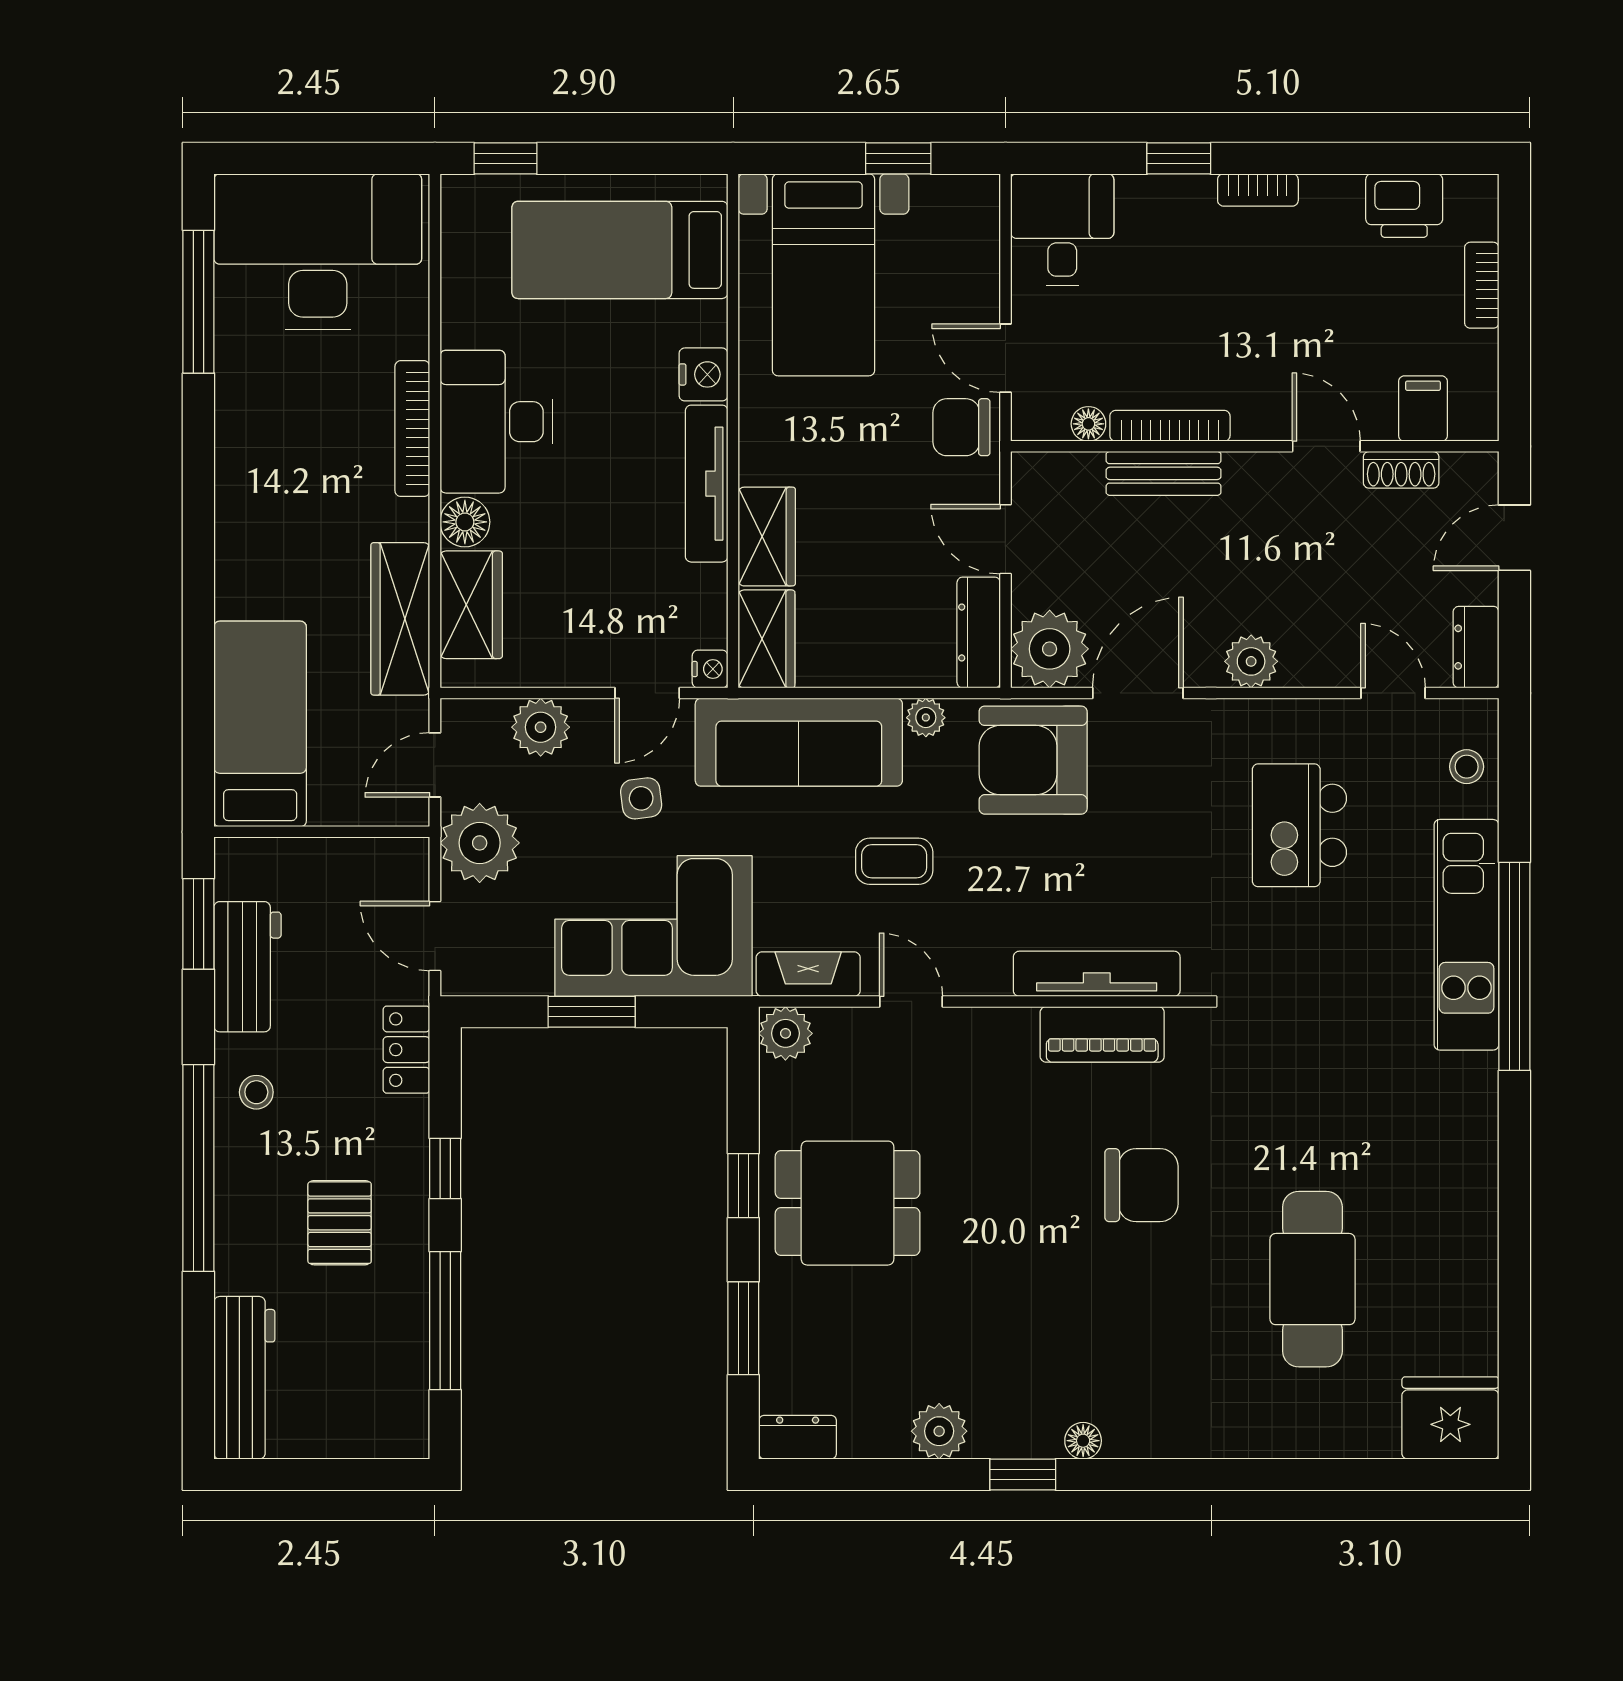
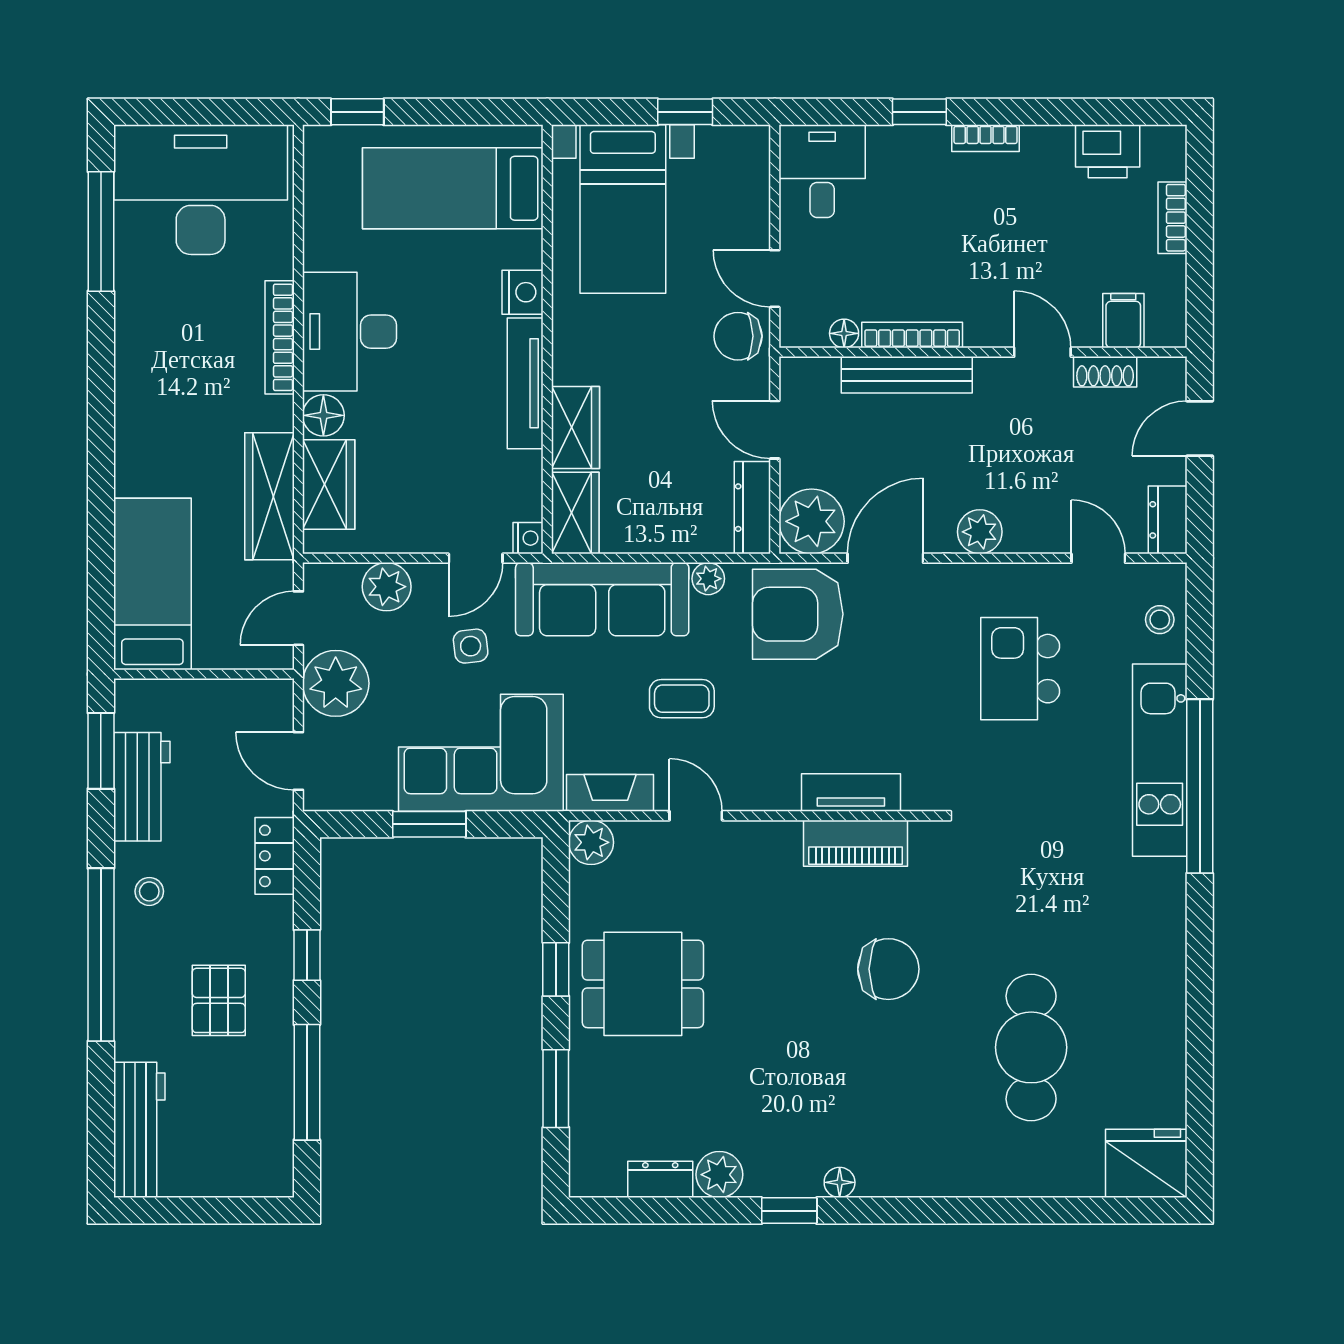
bench: (1164, 473) -> (907, 375), width x1.36
tv unit: (1097, 974) -> (851, 793), width x0.71
dresser: (798, 1437) -> (660, 1179), moved

